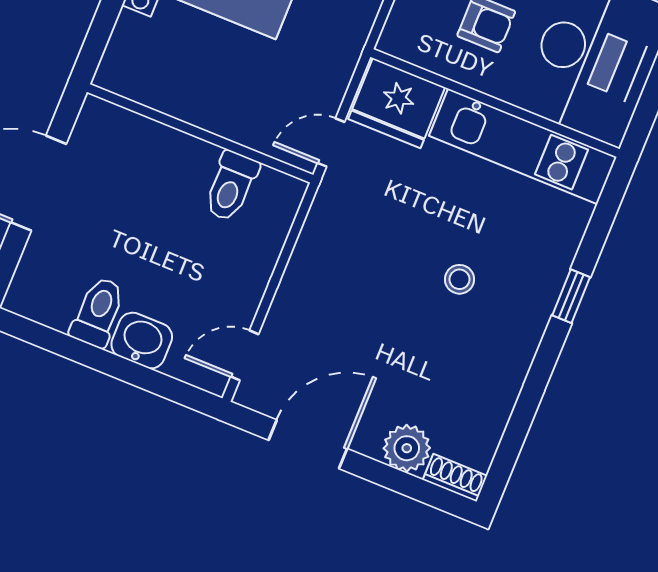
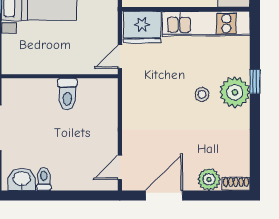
toilet: (231, 186) -> (67, 94), moved
plant: (524, 301) -> (235, 92), added
toilet: (98, 312) -> (44, 179), width x0.73, depth x0.72
washbasin: (142, 341) -> (22, 179), moved

